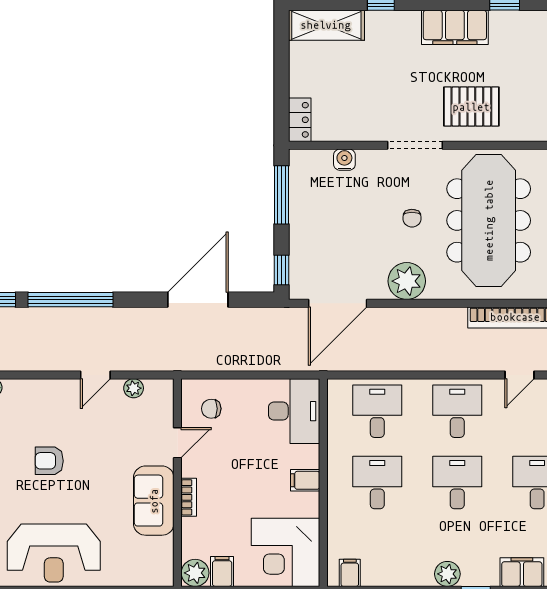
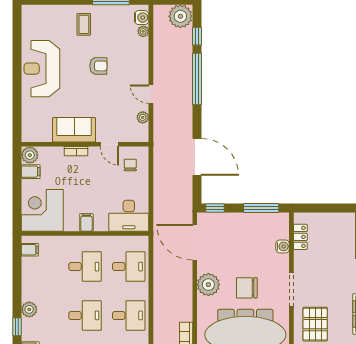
locker: (300, 120) -> (300, 237), moved, turned -90
chair: (412, 218) -> (247, 288), width x1.87, depth x1.87
armchair: (49, 461) -> (98, 66), turned 91

